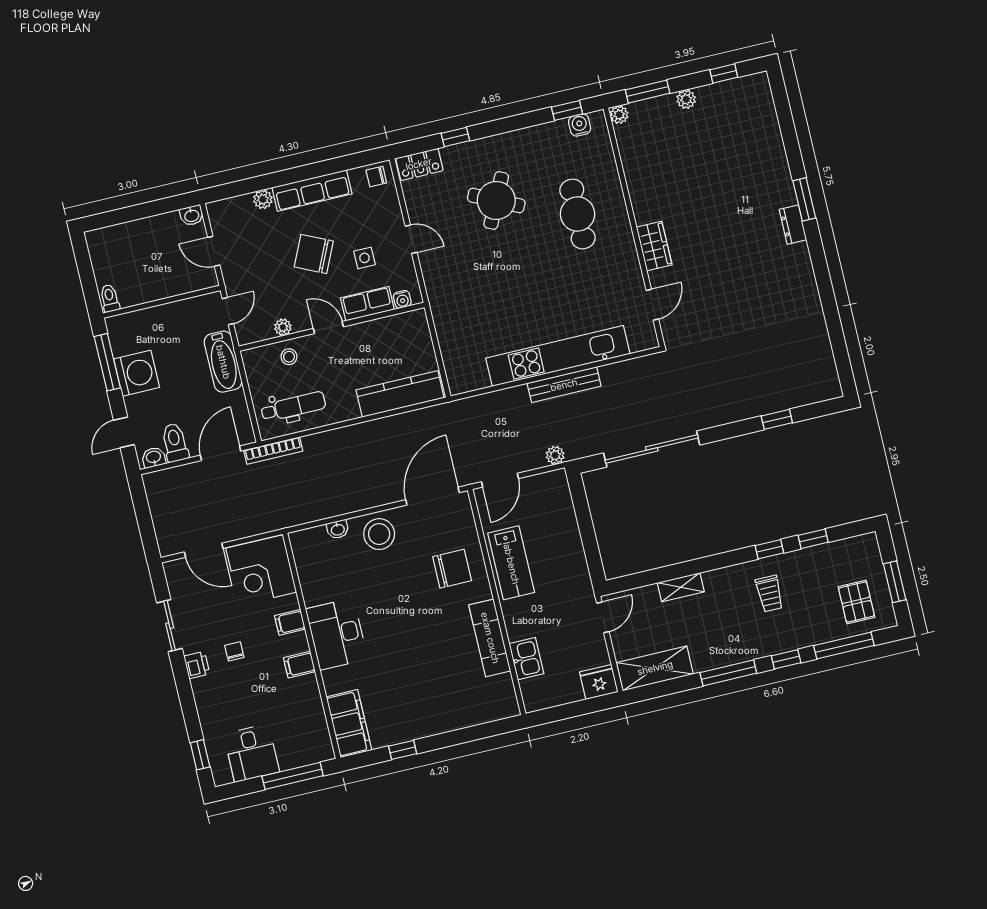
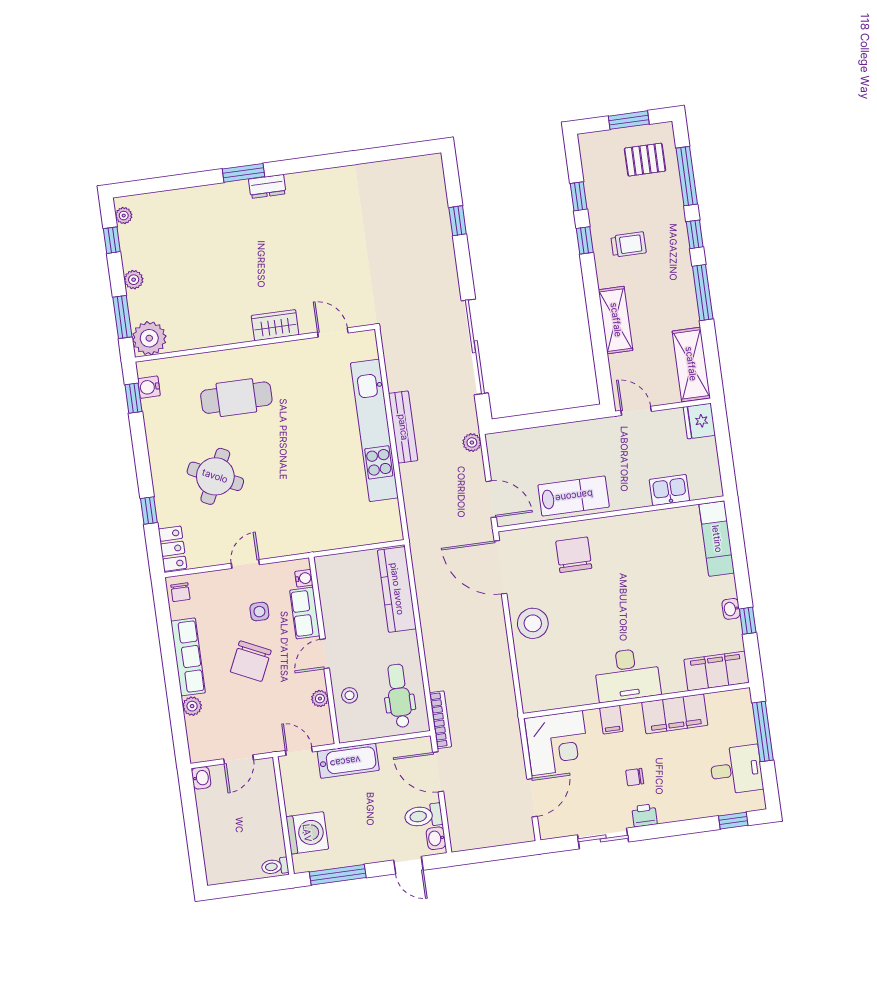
plant: (750, 83) -> (124, 216), added
plant: (619, 115) -> (149, 338), width x1.88, depth x1.88
washing machine: (137, 373) -> (307, 833), moved, turned 90
washbasin: (338, 529) -> (731, 609), moved, turned 180
shelving: (681, 587) -> (616, 320), width x1.50, depth x1.33
exam couch: (490, 638) -> (717, 539), moved, turned 90
filing cabinet: (299, 665) -> (675, 714), width x3.00, depth x1.17

